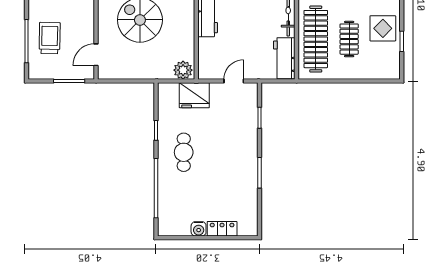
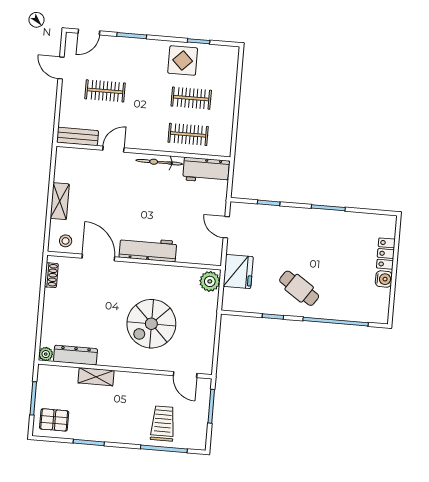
trolley: (50, 38) -> (163, 424), turned 89
clothes rail: (316, 39) -> (188, 134), width x0.54, depth x0.76
cafe table: (184, 152) -> (299, 288), turned 34

